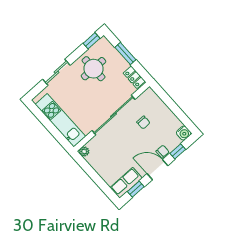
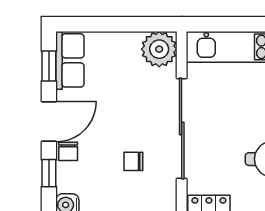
plant: (84, 152) -> (159, 49), width x1.88, depth x1.88

